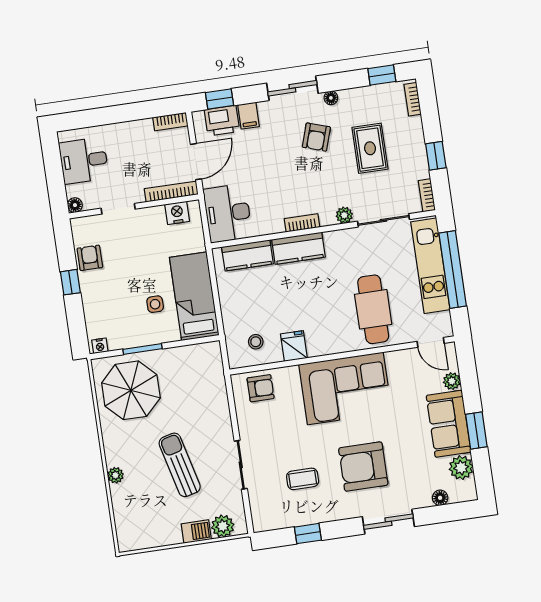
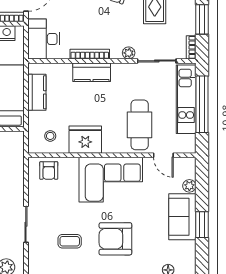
window: (436, 156) -> (202, 19), width x1.50
bookcase: (302, 223) -> (90, 54), width x1.56
kitchen counter: (247, 255) -> (37, 92), moved, turned -90
door: (431, 342) -> (163, 155), moved
fridge: (294, 346) -> (85, 140), width x1.88, depth x1.34
armchair: (261, 388) -> (49, 170), turned 90
plant: (461, 468) -> (187, 250), removed

